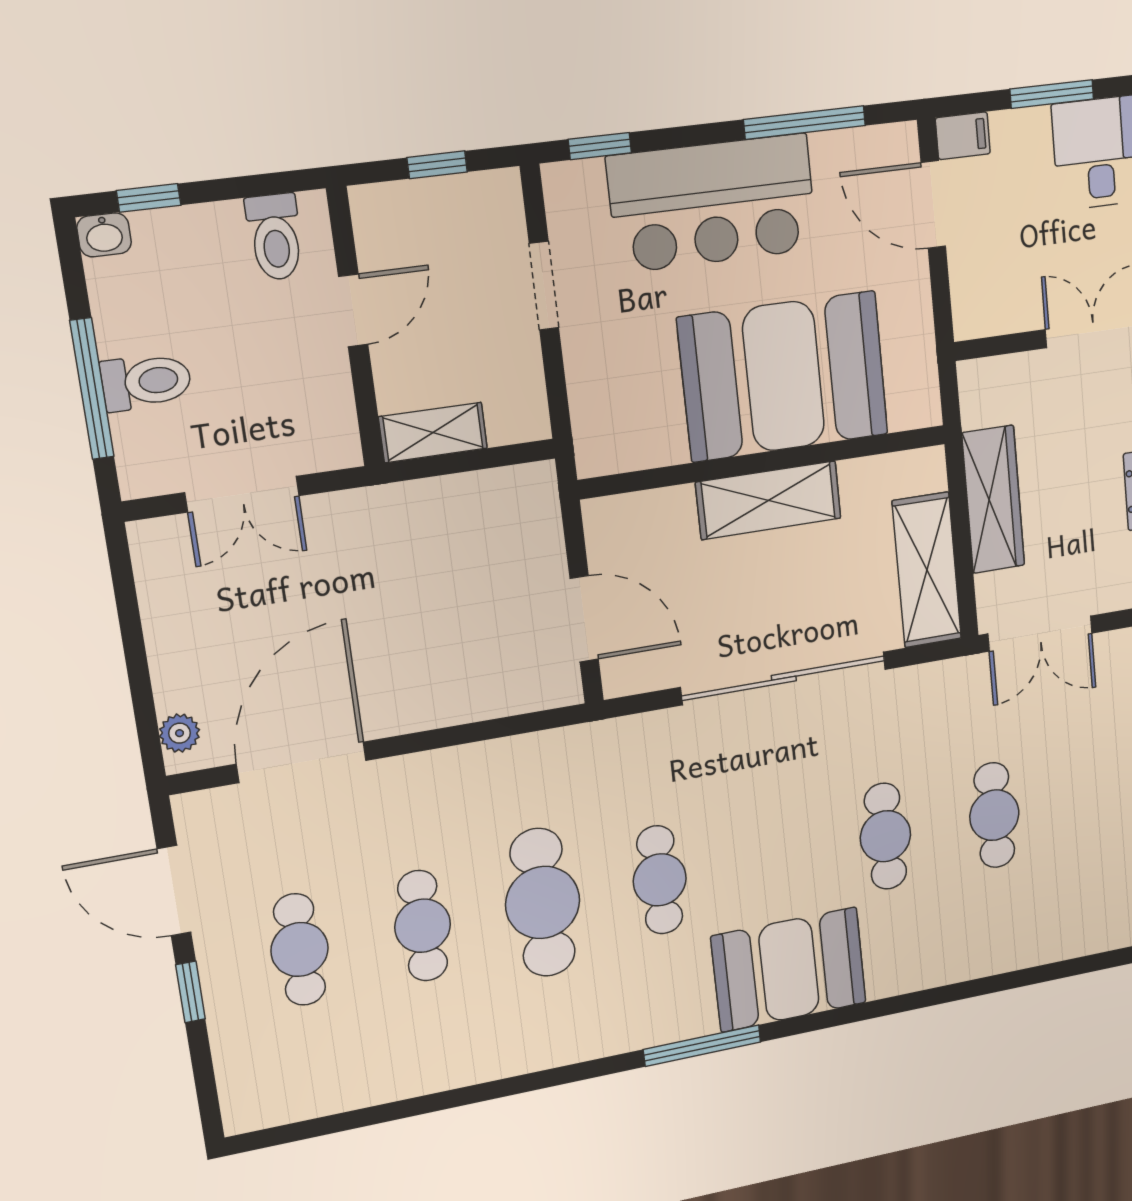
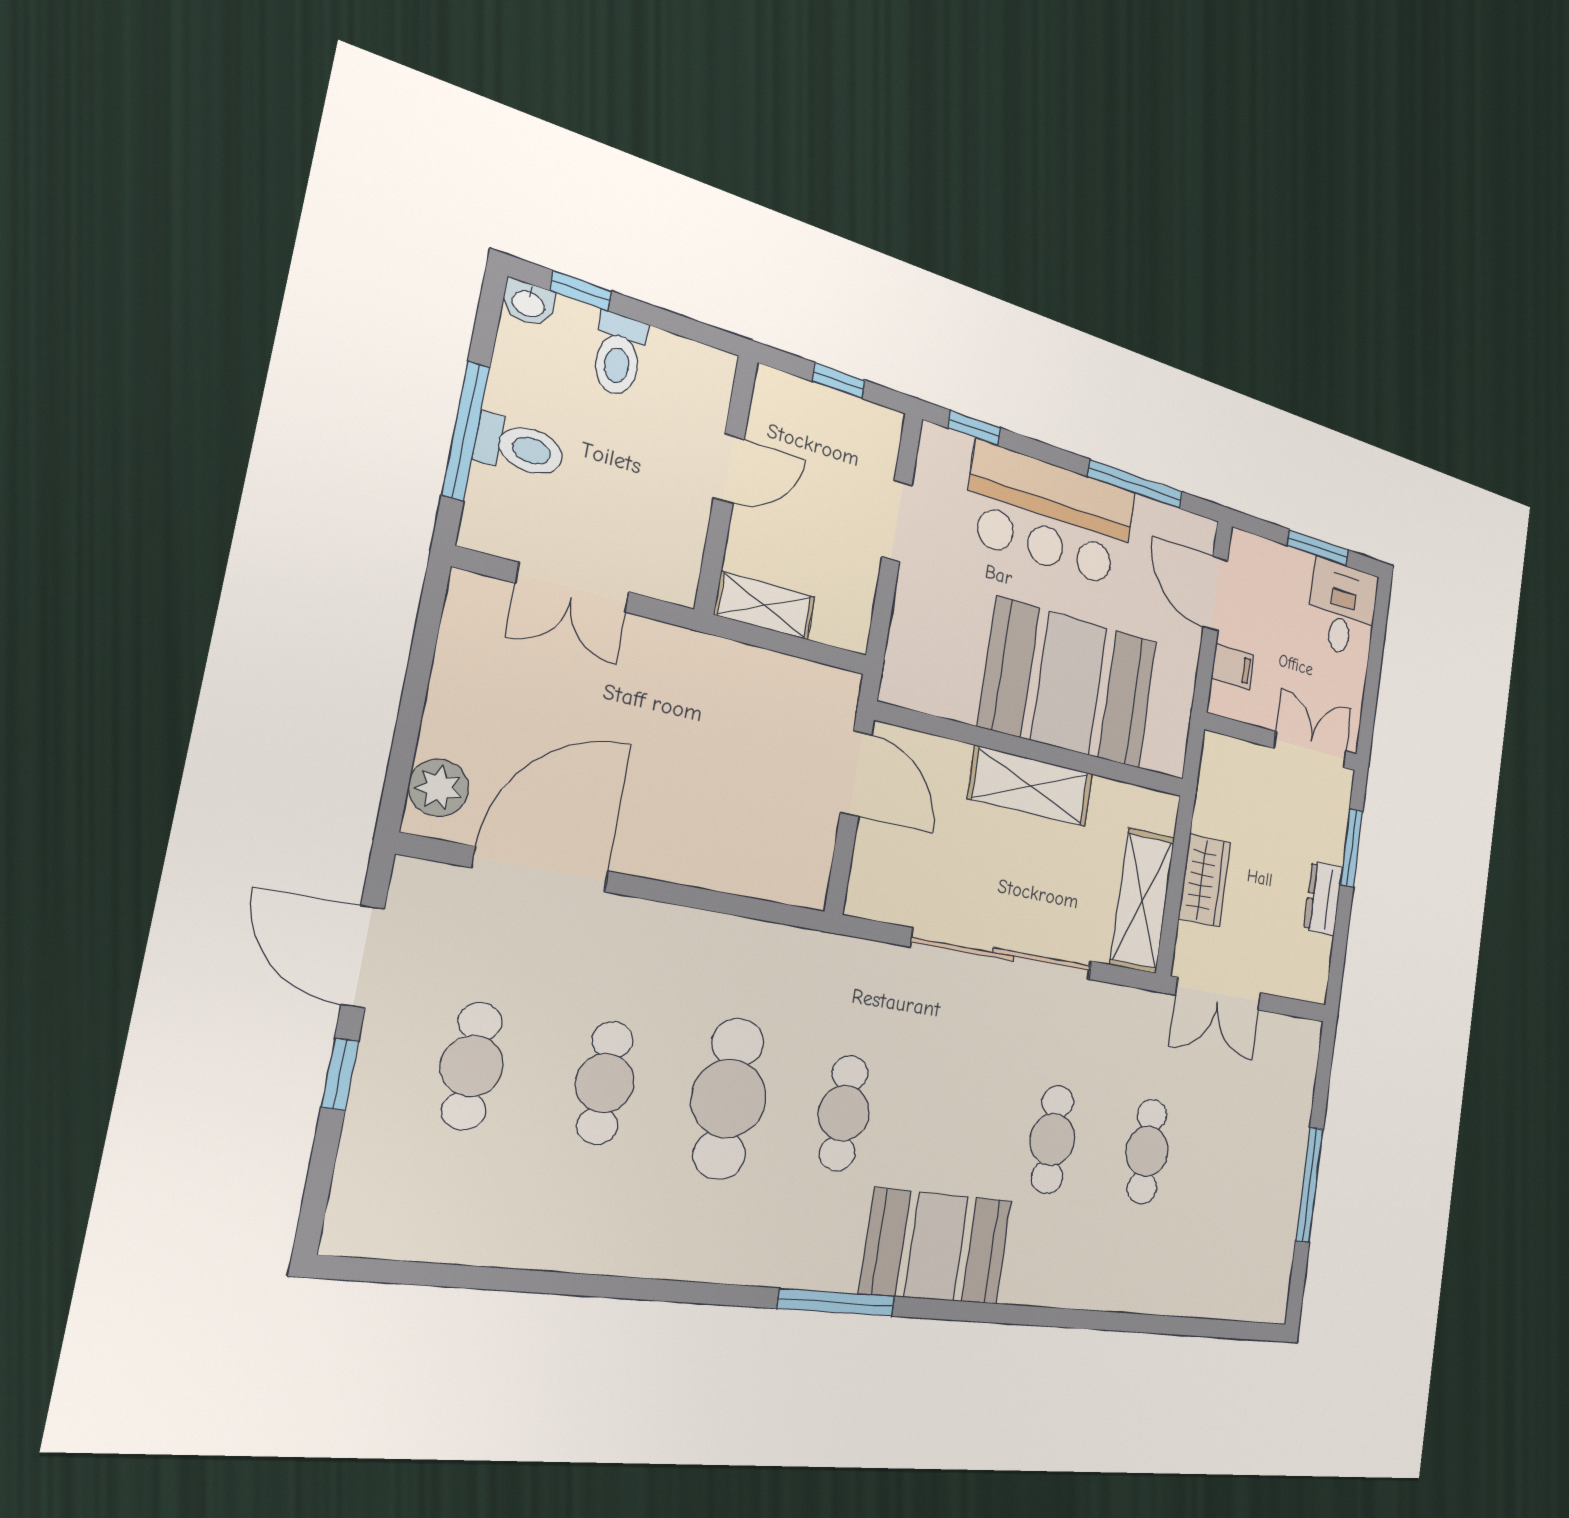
filing cabinet: (963, 136) -> (1233, 667), moved
toilet: (275, 237) -> (619, 355), moved
wardrobe: (993, 499) -> (1204, 881), width x0.67
door: (584, 619) -> (856, 774), moved
plant: (180, 733) -> (439, 788), width x1.38, depth x1.38

